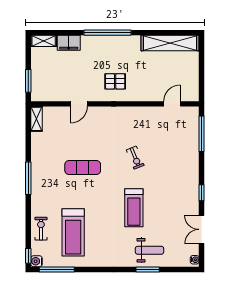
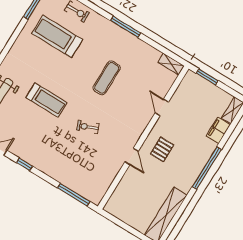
door: (172, 104) -> (132, 157), moved
treadmill: (134, 208) -> (46, 100), turned 180

